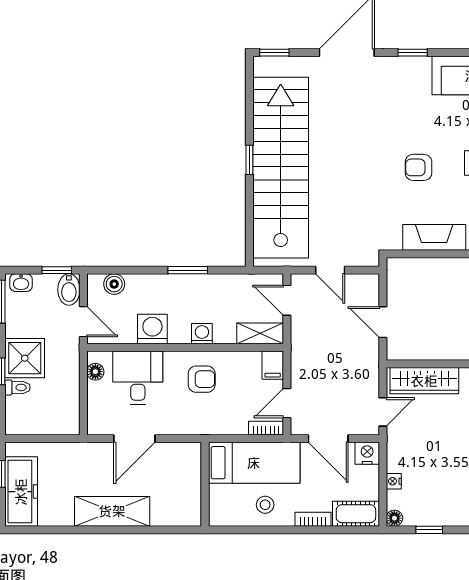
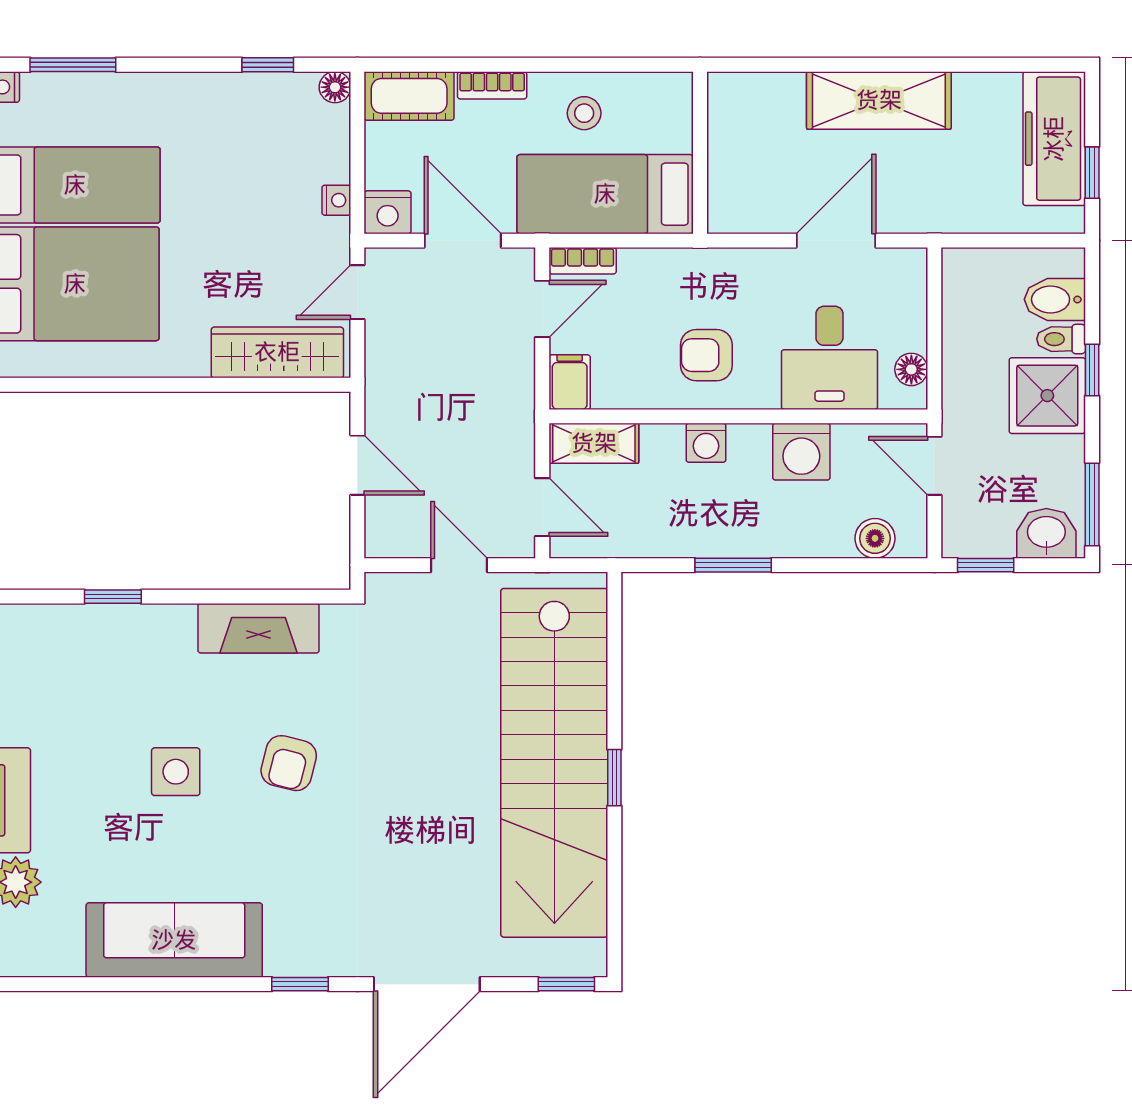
armchair: (418, 167) -> (289, 763), turned 104
washbasin: (21, 283) -> (1046, 533), width x1.38, depth x1.45
bidet: (69, 290) -> (1055, 299), moved, turned -90
nightstand: (394, 481) -> (336, 200), moved

